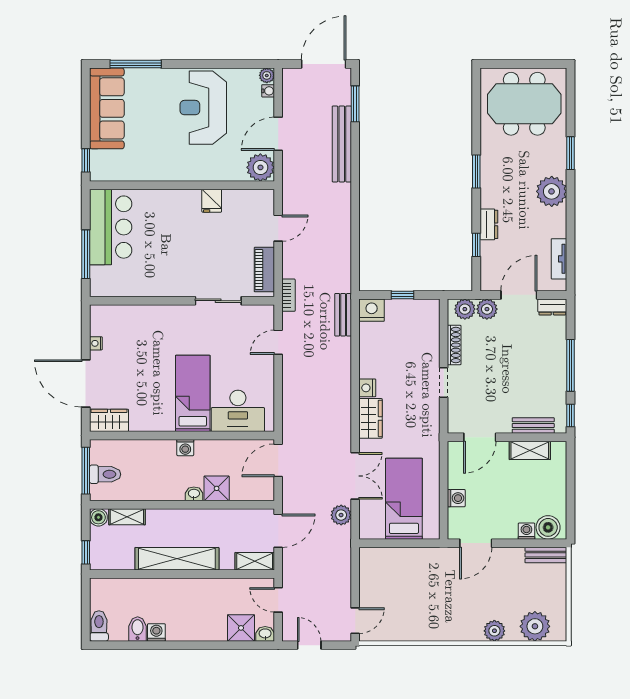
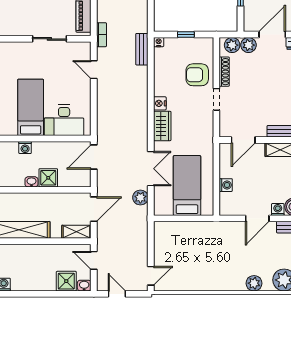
nightstand: (372, 310) -> (159, 42), width x0.53, depth x0.56
door: (278, 342) -> (94, 70), hinge flipped
armchair: (418, 349) -> (197, 75), added
door: (476, 543) -> (257, 218), moved

